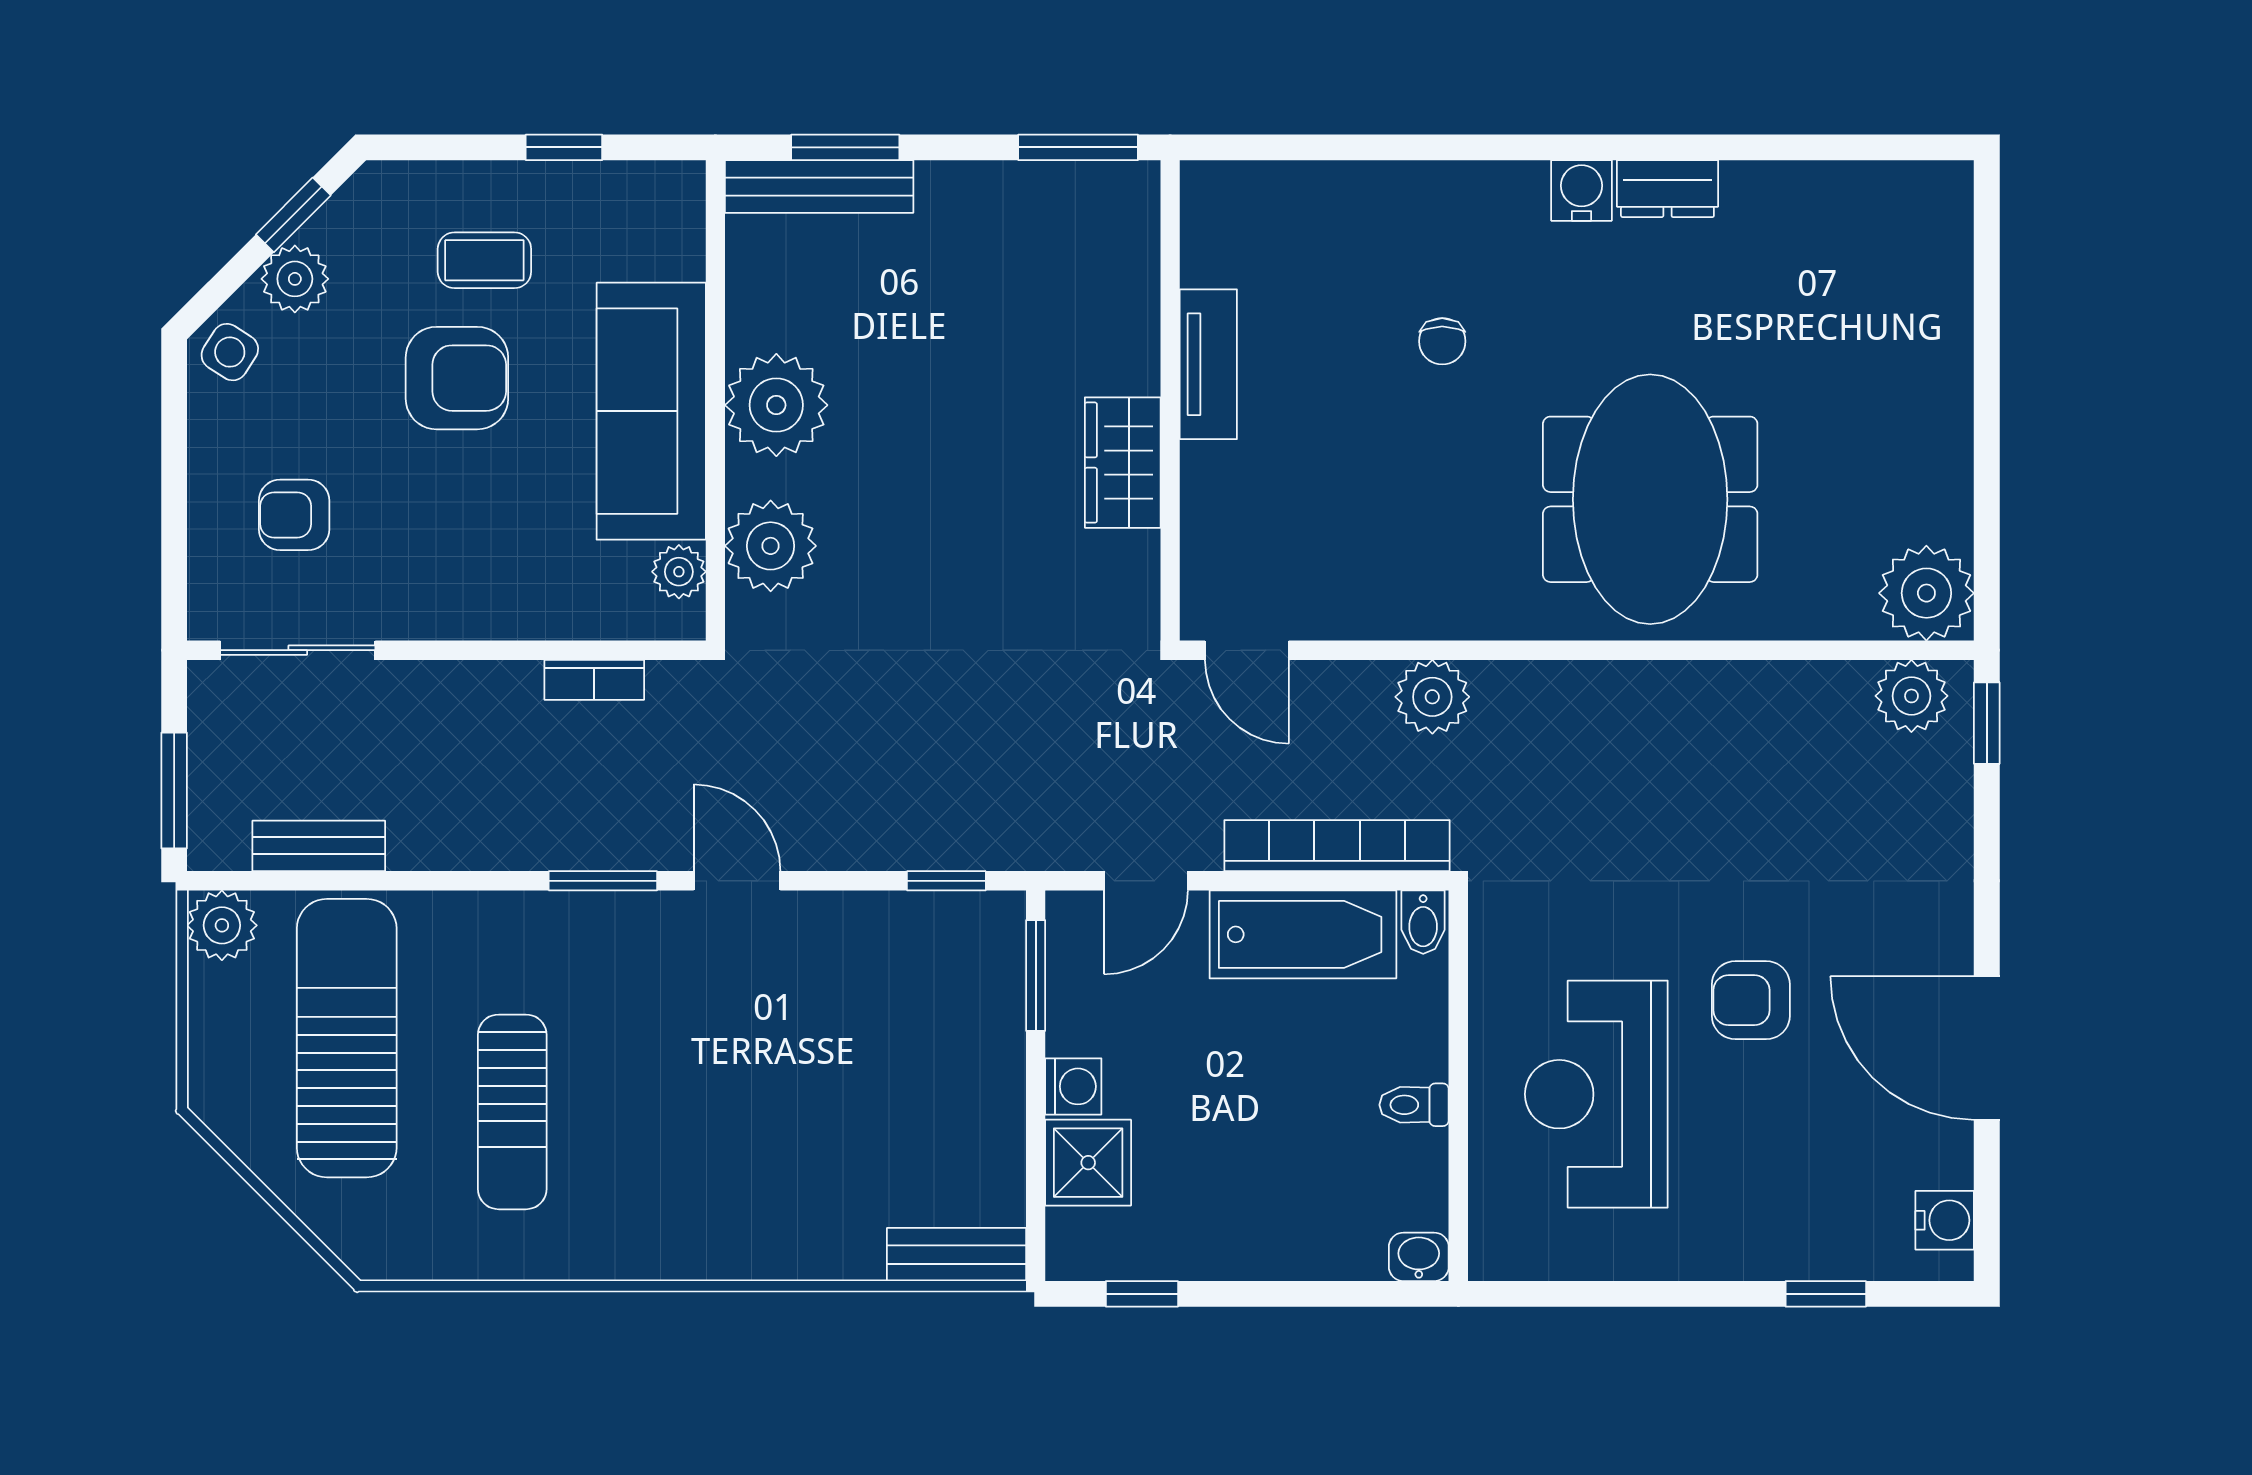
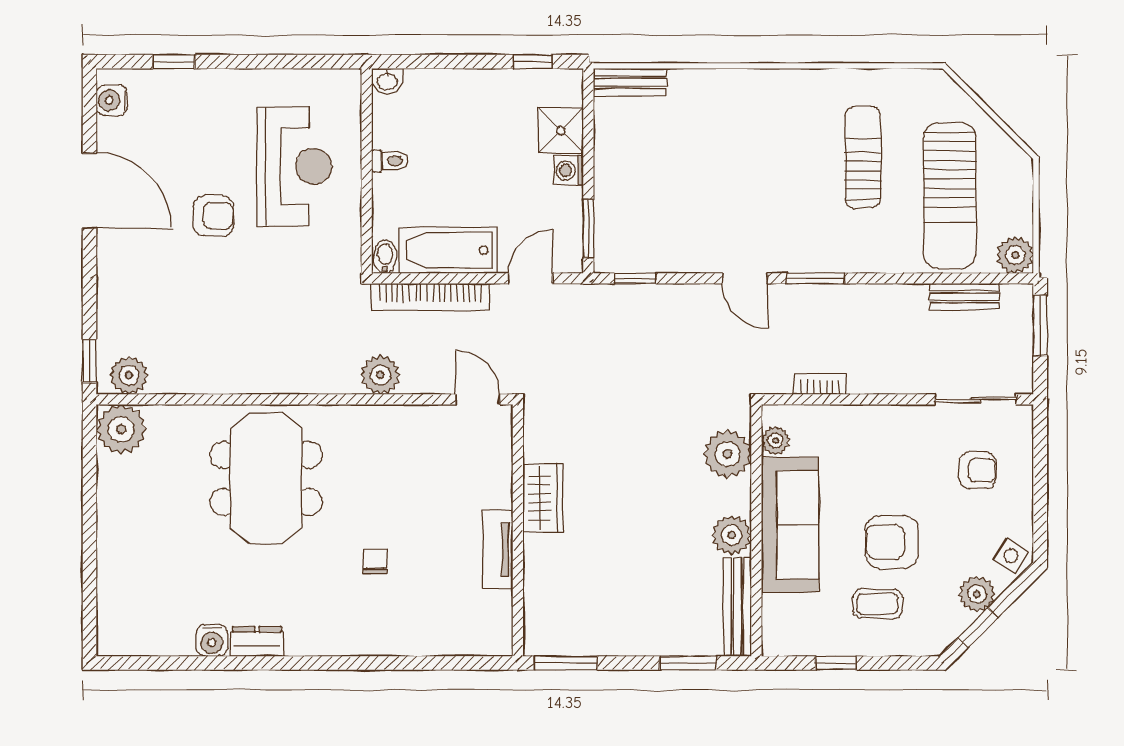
bench: (819, 187) -> (737, 607), moved, turned 90
water cooler: (1582, 191) -> (212, 640), moved
plant: (776, 405) -> (732, 535), width x0.73, depth x0.73

